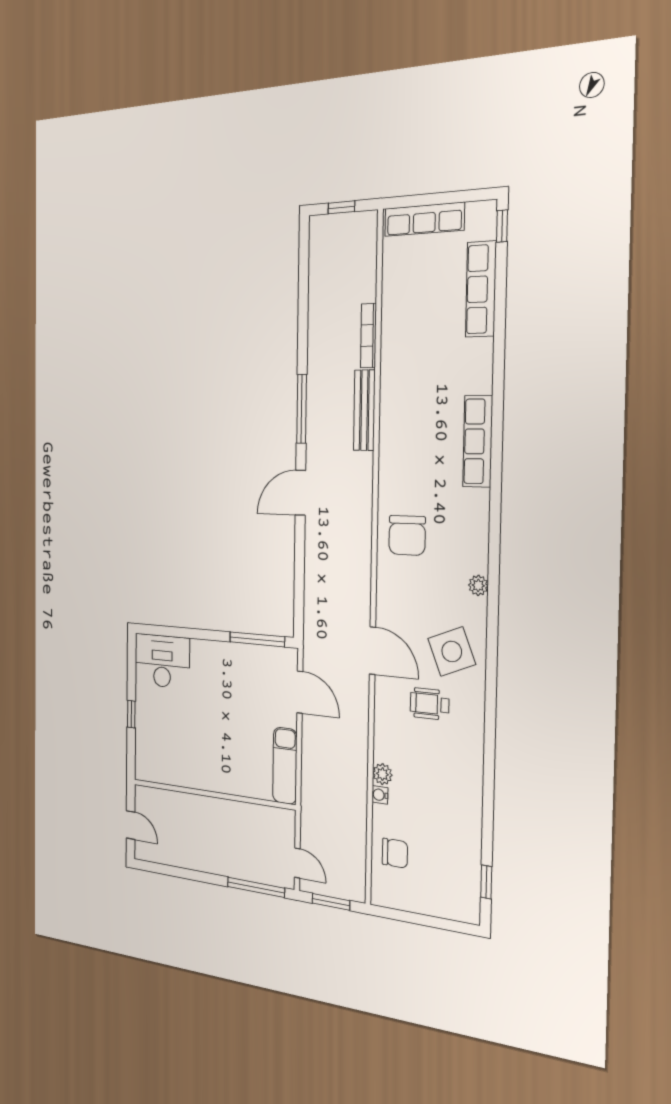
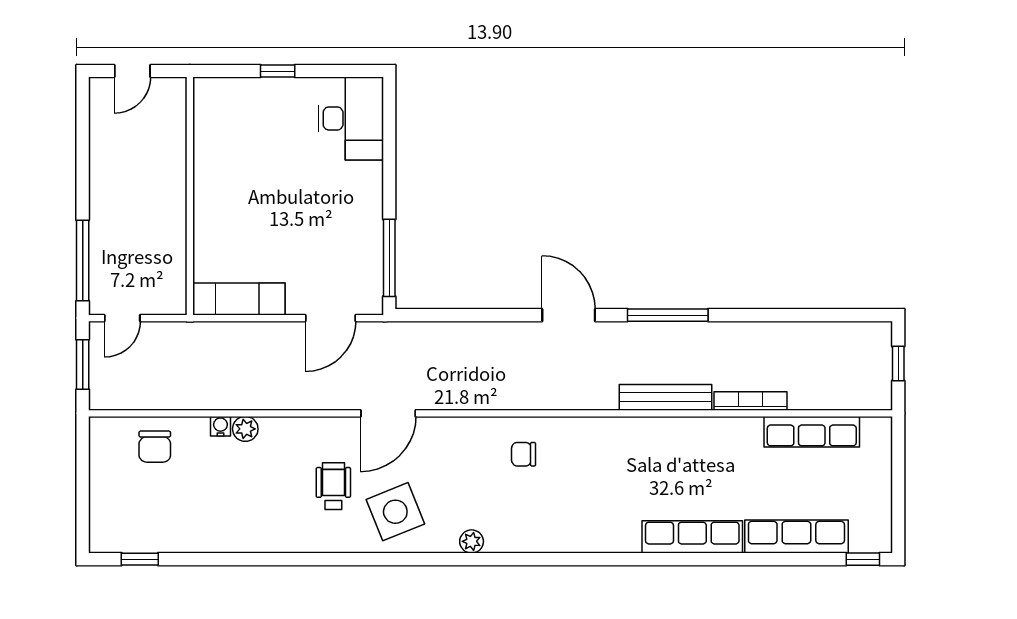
row of seats: (424, 219) -> (812, 432), moved, turned -90
row of seats: (478, 441) -> (692, 537), moved
chair: (407, 535) -> (524, 454), width x0.54, depth x0.54

